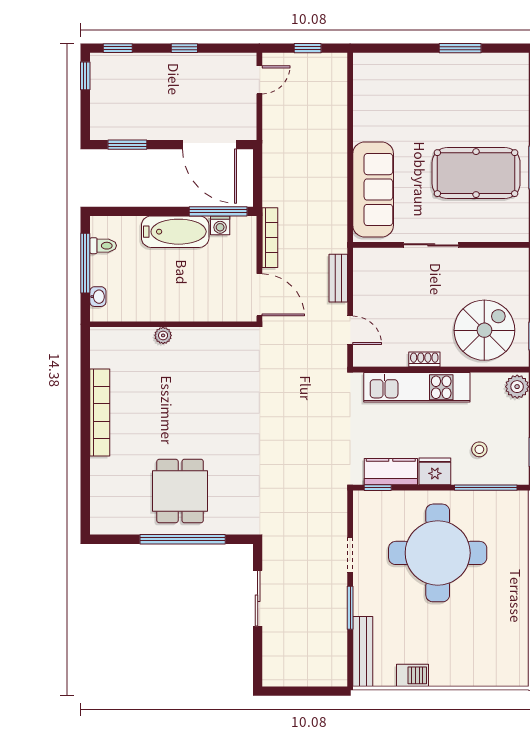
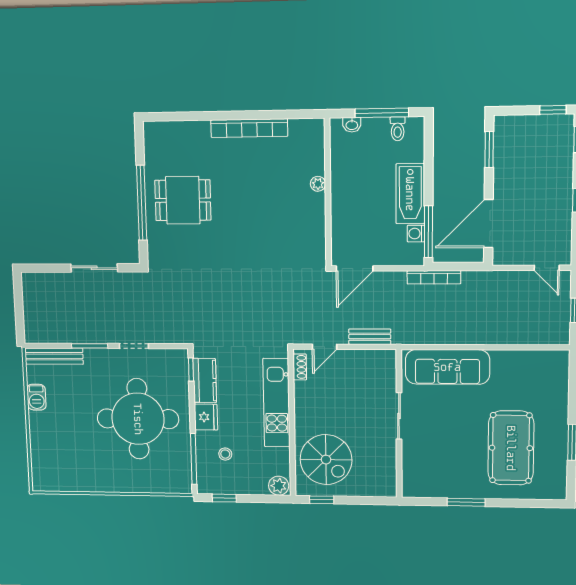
pool table: (476, 173) -> (511, 448), moved
bookcase: (270, 238) -> (434, 277), moved
shoe rack: (424, 359) -> (300, 367), moved

